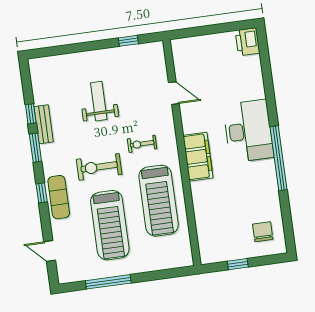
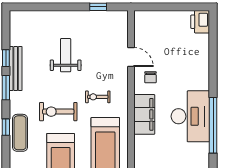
chair: (199, 113) -> (150, 77), added
bench: (44, 124) -> (16, 69), width x1.36
desk: (248, 131) -> (190, 116), moved

